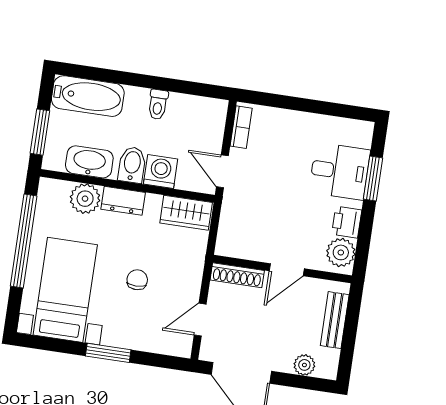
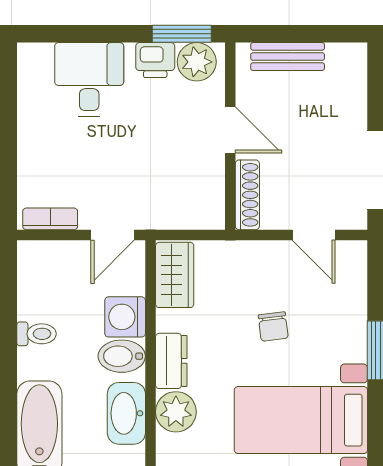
window: (373, 178) -> (182, 34), moved
chair: (137, 280) -> (273, 327), turned -97
plant: (304, 365) -> (353, 88), removed

